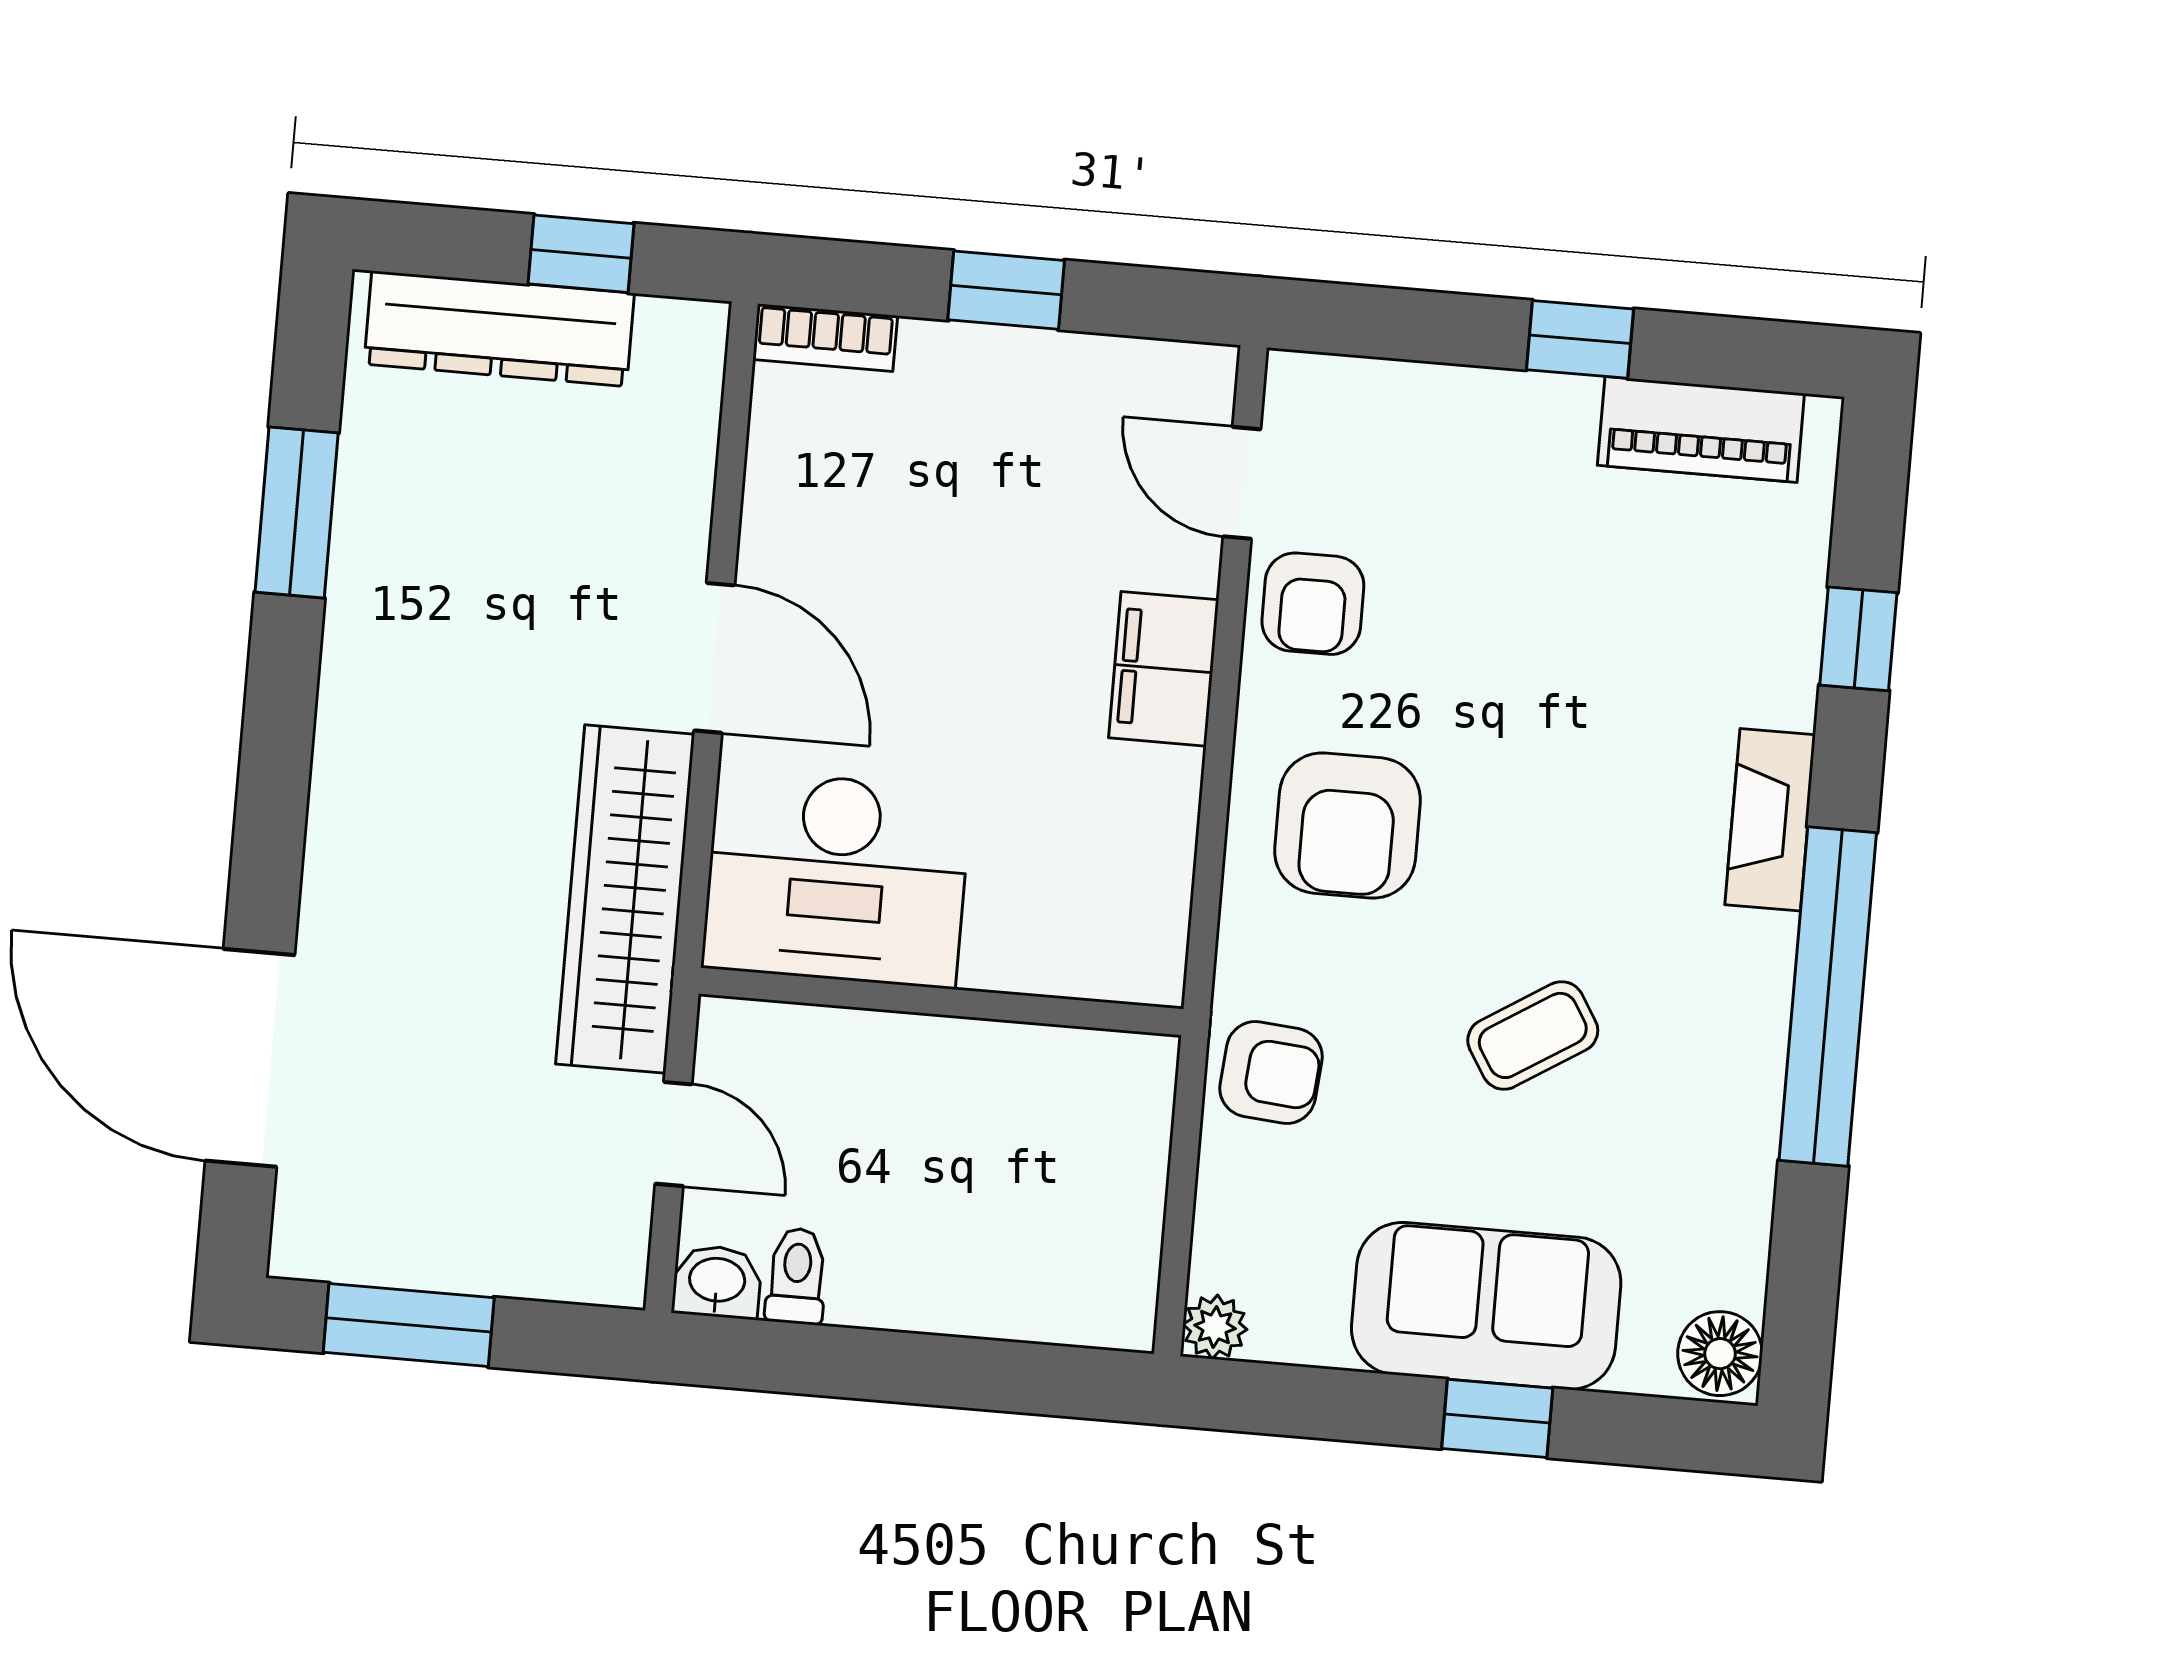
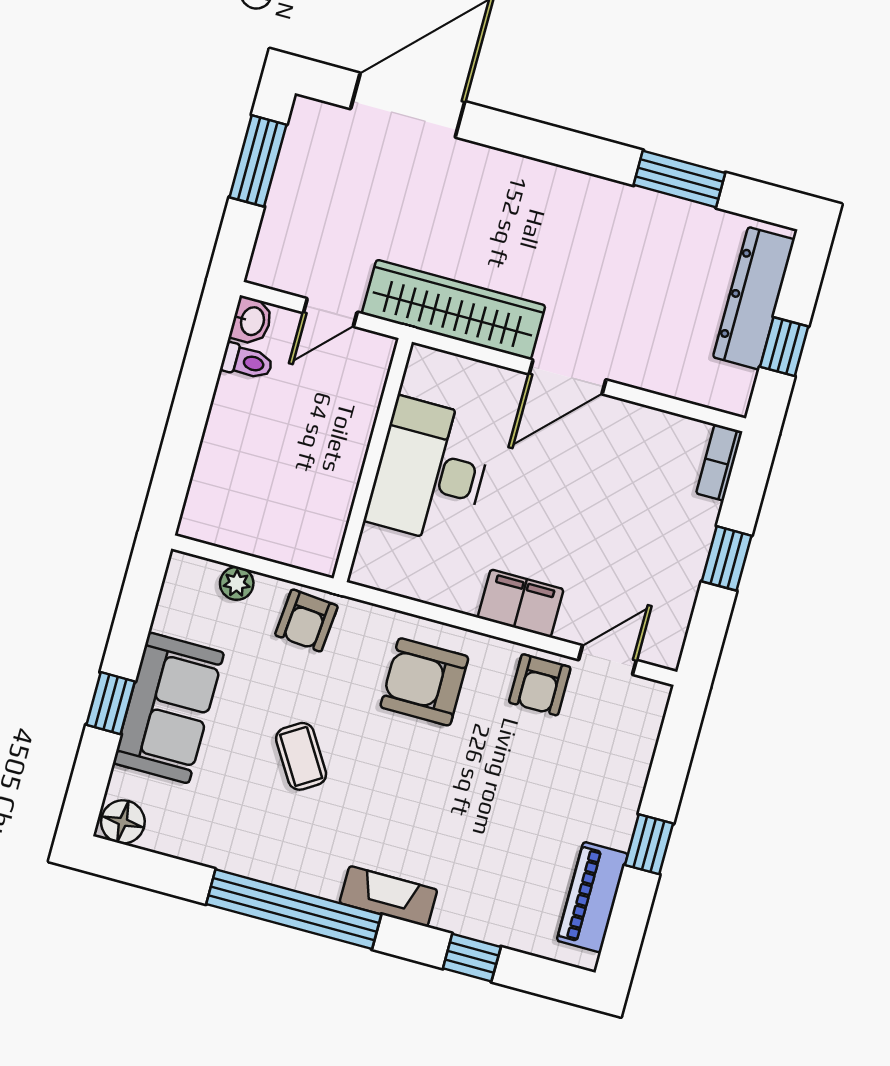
armchair: (1313, 604) -> (540, 685), turned -90
desk: (837, 879) -> (430, 471), moved
plant: (1215, 1327) -> (237, 583), moved

